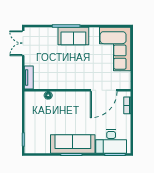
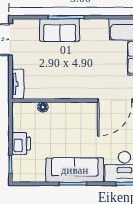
sofa: (73, 36) -> (60, 30), moved
printer: (31, 123) -> (21, 143), added

